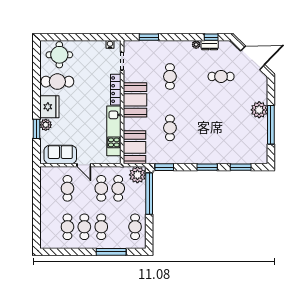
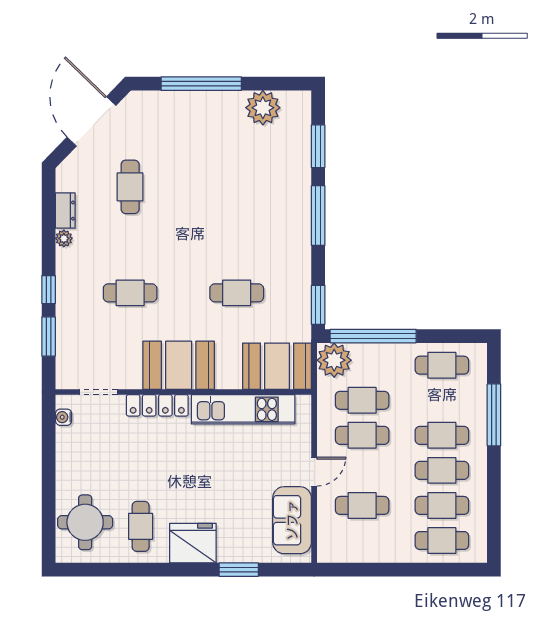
window: (211, 37) -> (49, 290), moved
cafe table: (57, 82) -> (141, 526), width x0.73, depth x0.74
plant: (259, 110) -> (263, 108), moved
plant: (46, 125) -> (230, 551), removed
window: (271, 125) -> (201, 84), moved
window: (207, 167) -> (318, 216), width x1.44
cafe table: (51, 227) -> (442, 540), added

